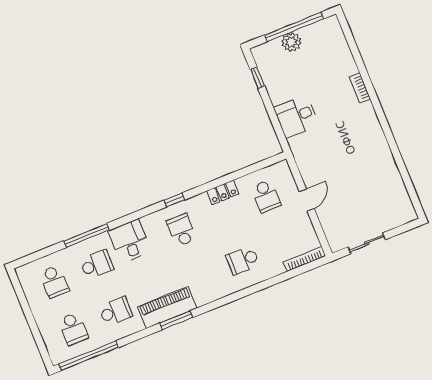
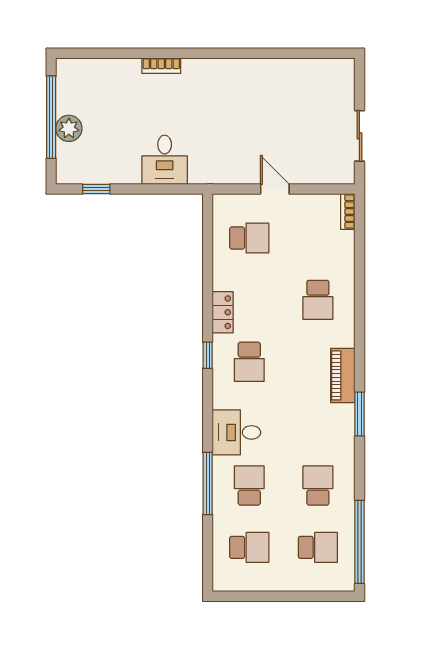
locker: (223, 192) -> (223, 312), moved
school desk: (181, 230) -> (249, 362), turned -90
bookcase: (305, 259) -> (348, 212), width x0.64
piano: (167, 307) -> (343, 375), moved, width x0.73, depth x0.75

